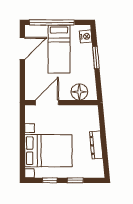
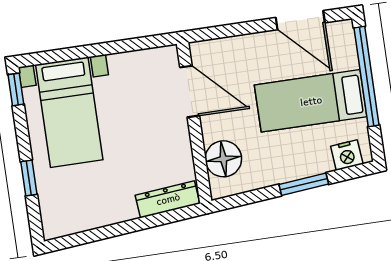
dresser: (96, 145) -> (168, 199), moved
bed with nightstands: (48, 151) -> (69, 112), width x0.73
window: (50, 180) -> (16, 89), moved

